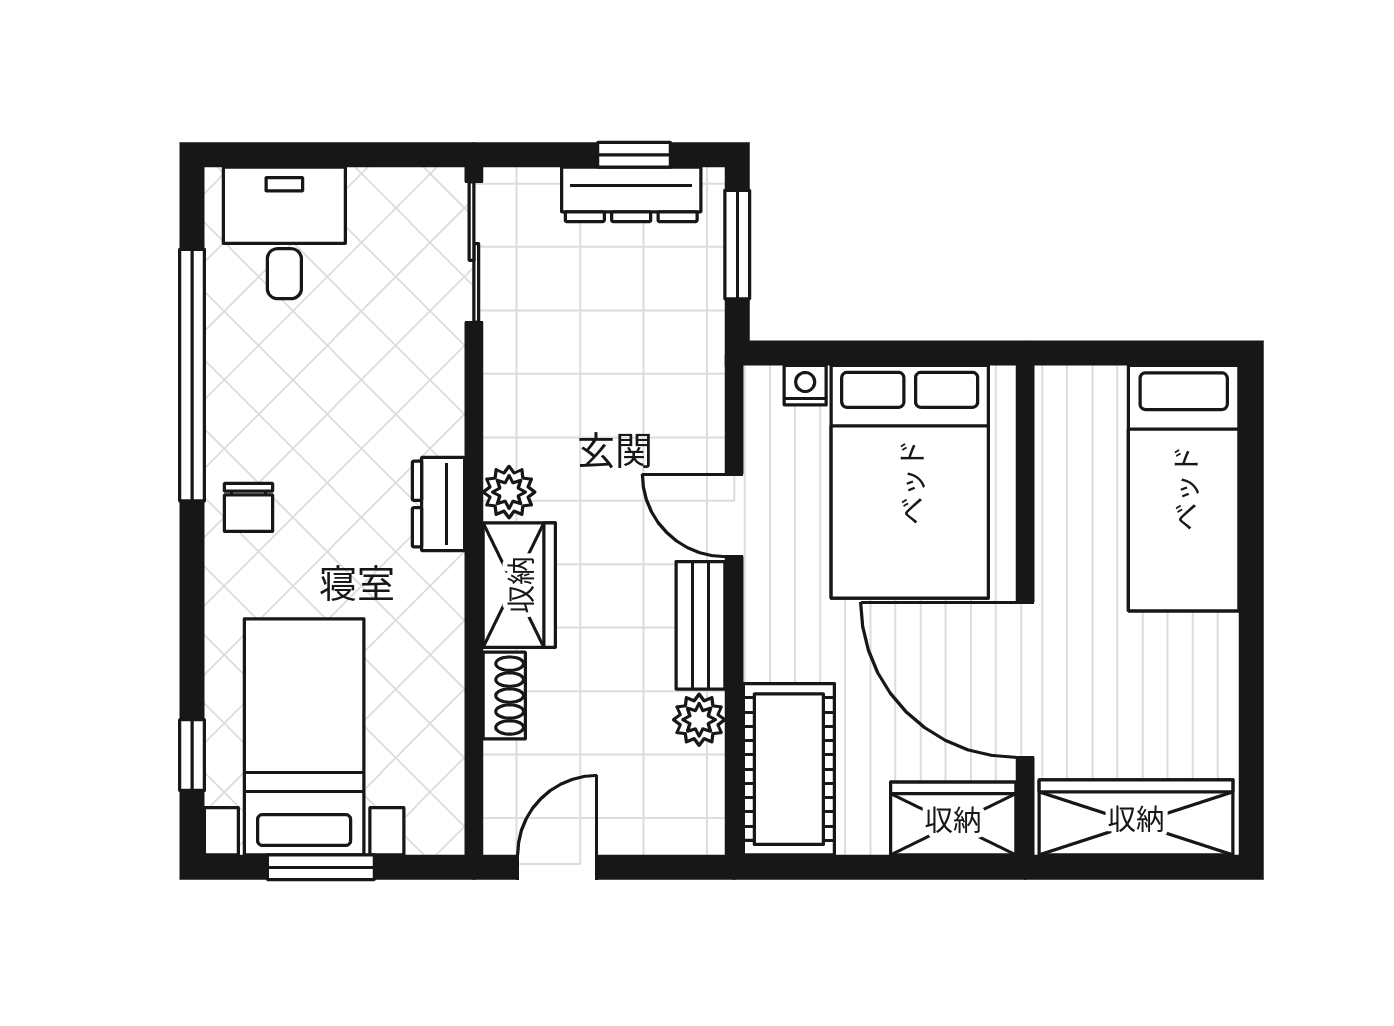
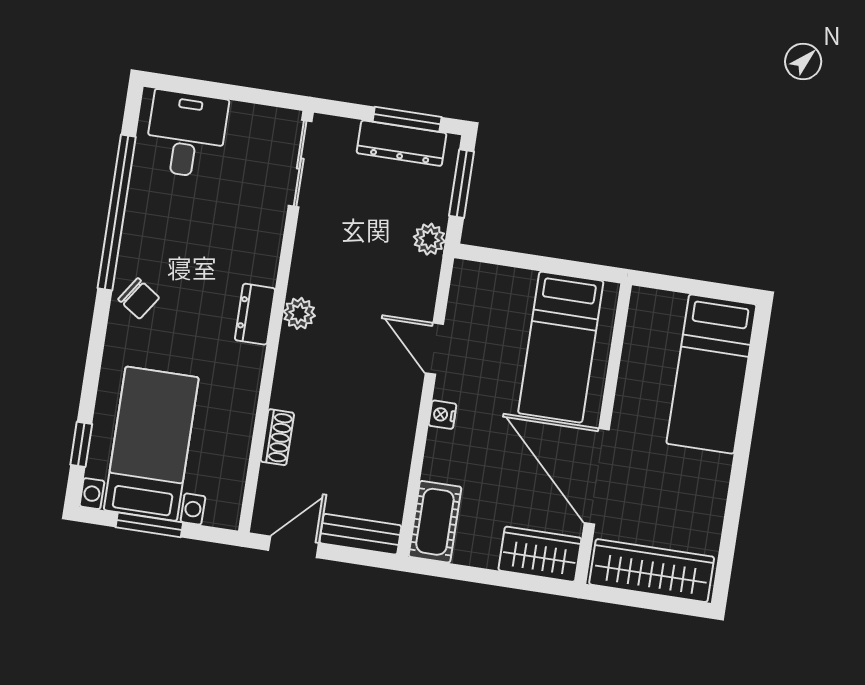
window: (634, 155) -> (407, 119), width x1.50
nightstand: (805, 385) -> (442, 415), moved, turned -90
bed: (910, 482) -> (561, 347), width x0.67
chair: (248, 507) -> (139, 299), turned -56
wardrobe: (519, 585) -> (297, 371), removed
bench: (700, 625) -> (360, 534), moved, turned 90
plant: (699, 720) -> (429, 239), moved
cot: (789, 769) -> (435, 522), width x0.73, depth x0.75

